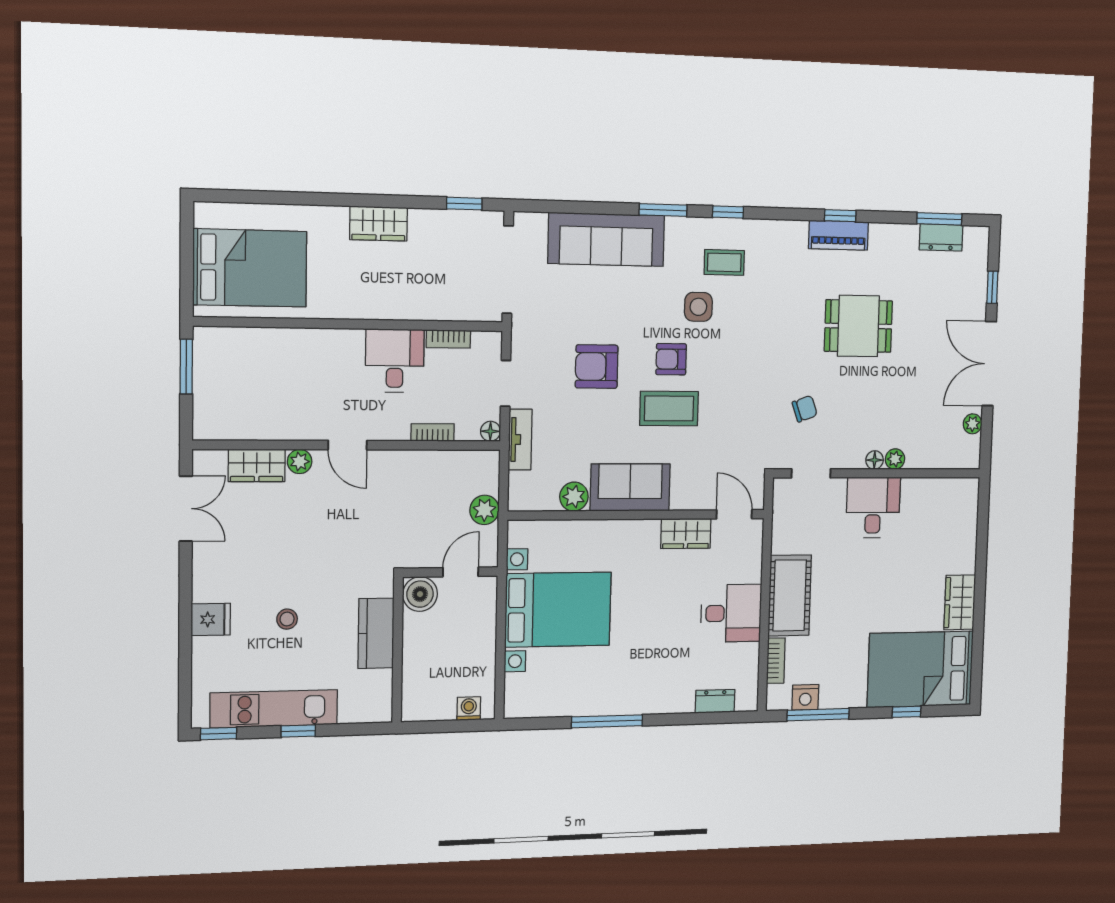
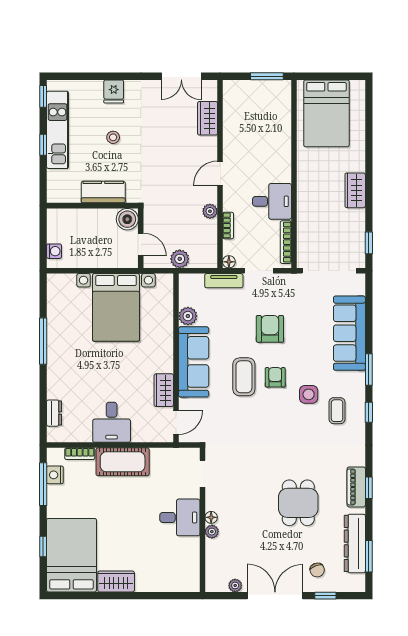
dresser: (941, 237) -> (355, 543), width x1.96, depth x1.24
bookcase: (448, 339) -> (286, 242), width x1.56
chair: (805, 409) -> (317, 570), moved
plant: (300, 461) -> (210, 211), moved
sofa: (630, 487) -> (194, 362), width x1.36

